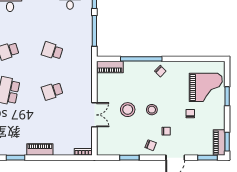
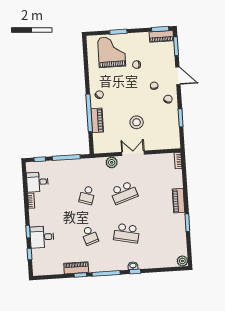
piano: (110, 67) -> (97, 120), moved
plant: (86, 80) -> (112, 162), added
school desk: (52, 91) -> (124, 193), width x1.85
stool: (152, 110) -> (135, 100), removed
double door: (94, 115) -> (133, 153), moved

